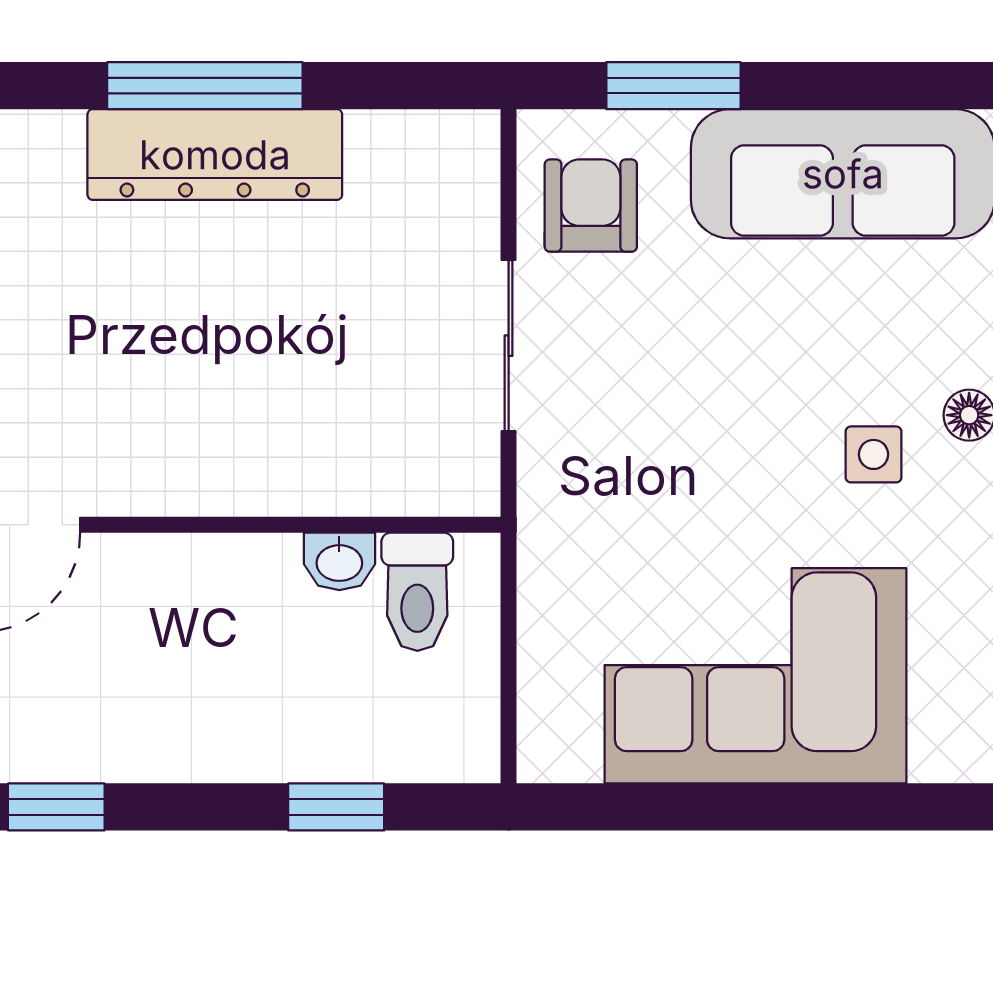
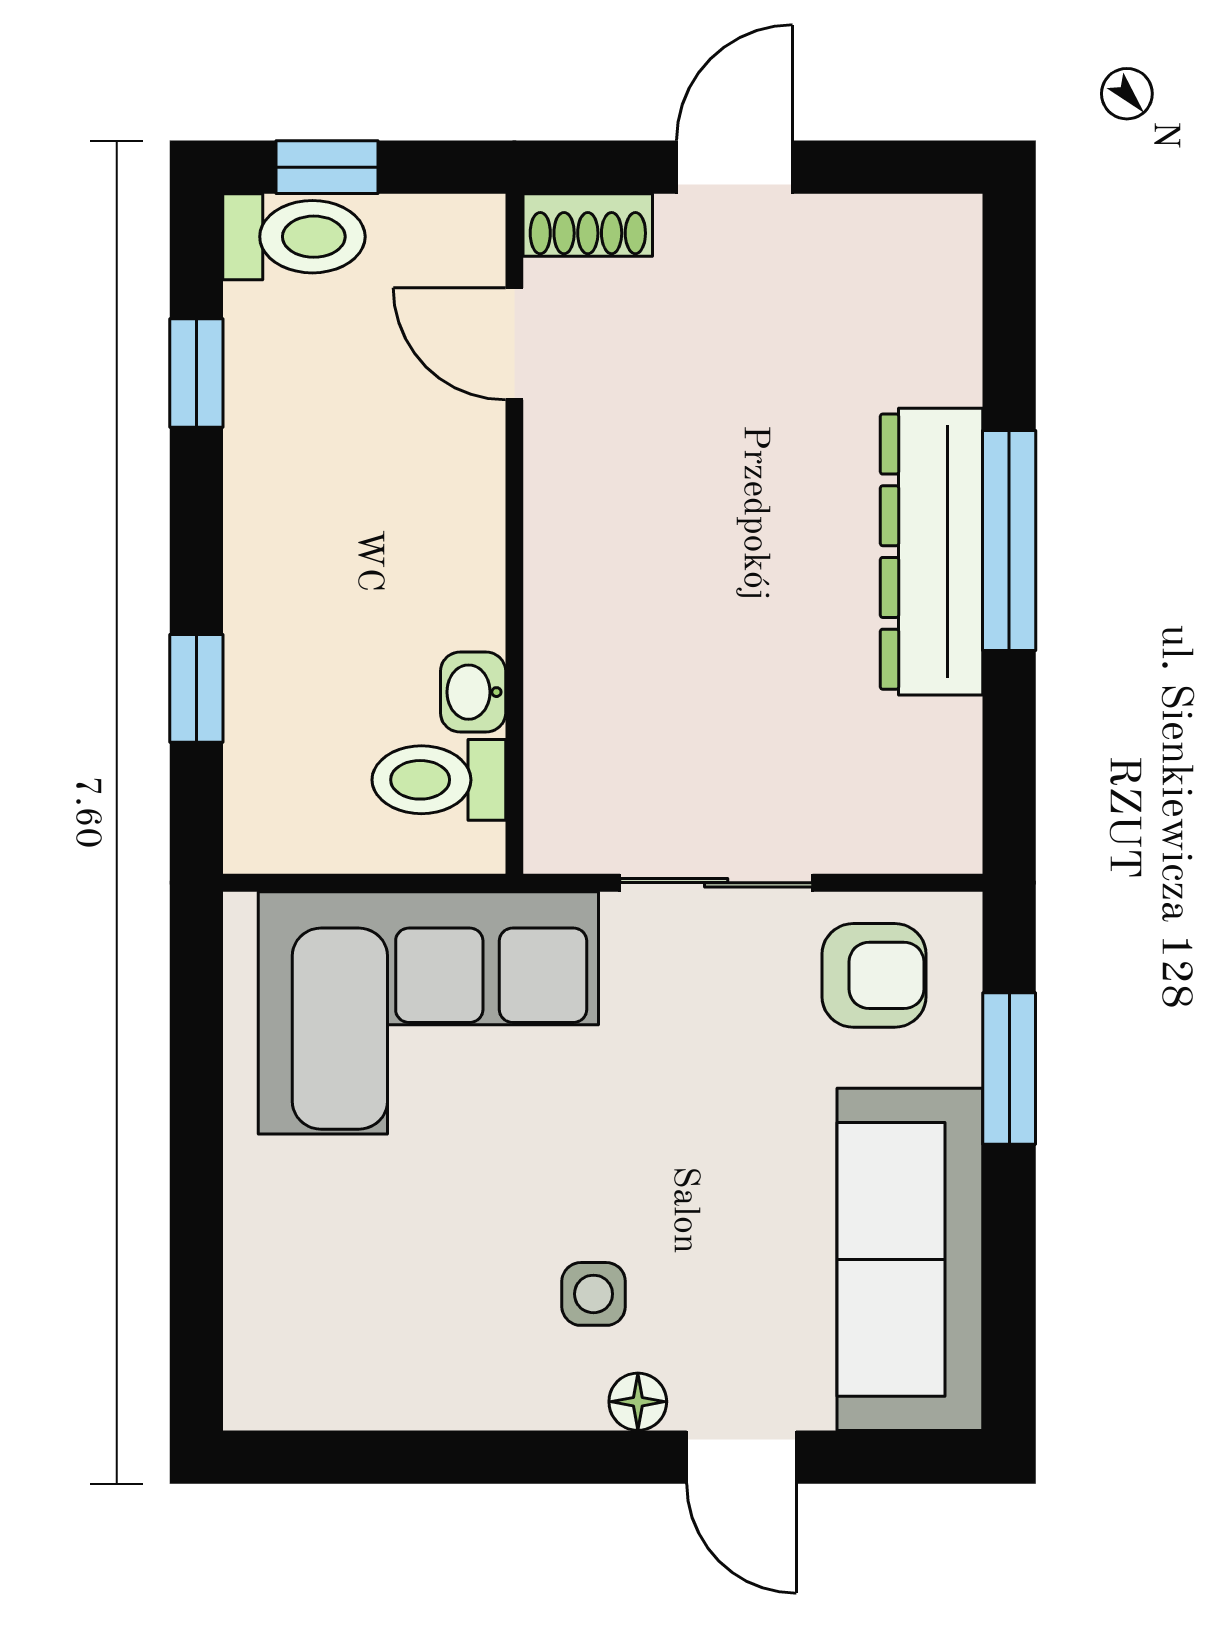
corner sofa: (755, 676) -> (428, 1013), moved, turned 90

